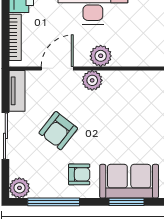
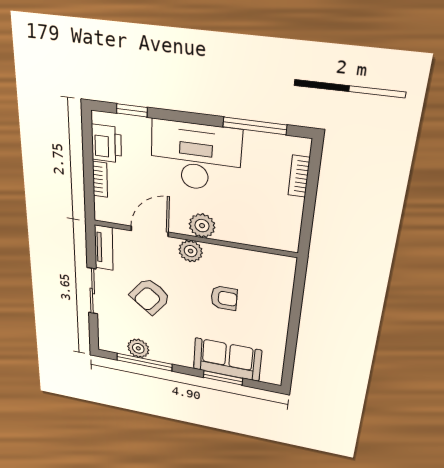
bookcase: (15, 37) -> (100, 179), width x0.64
armchair: (79, 174) -> (224, 298), moved
plant: (19, 188) -> (138, 348), moved

